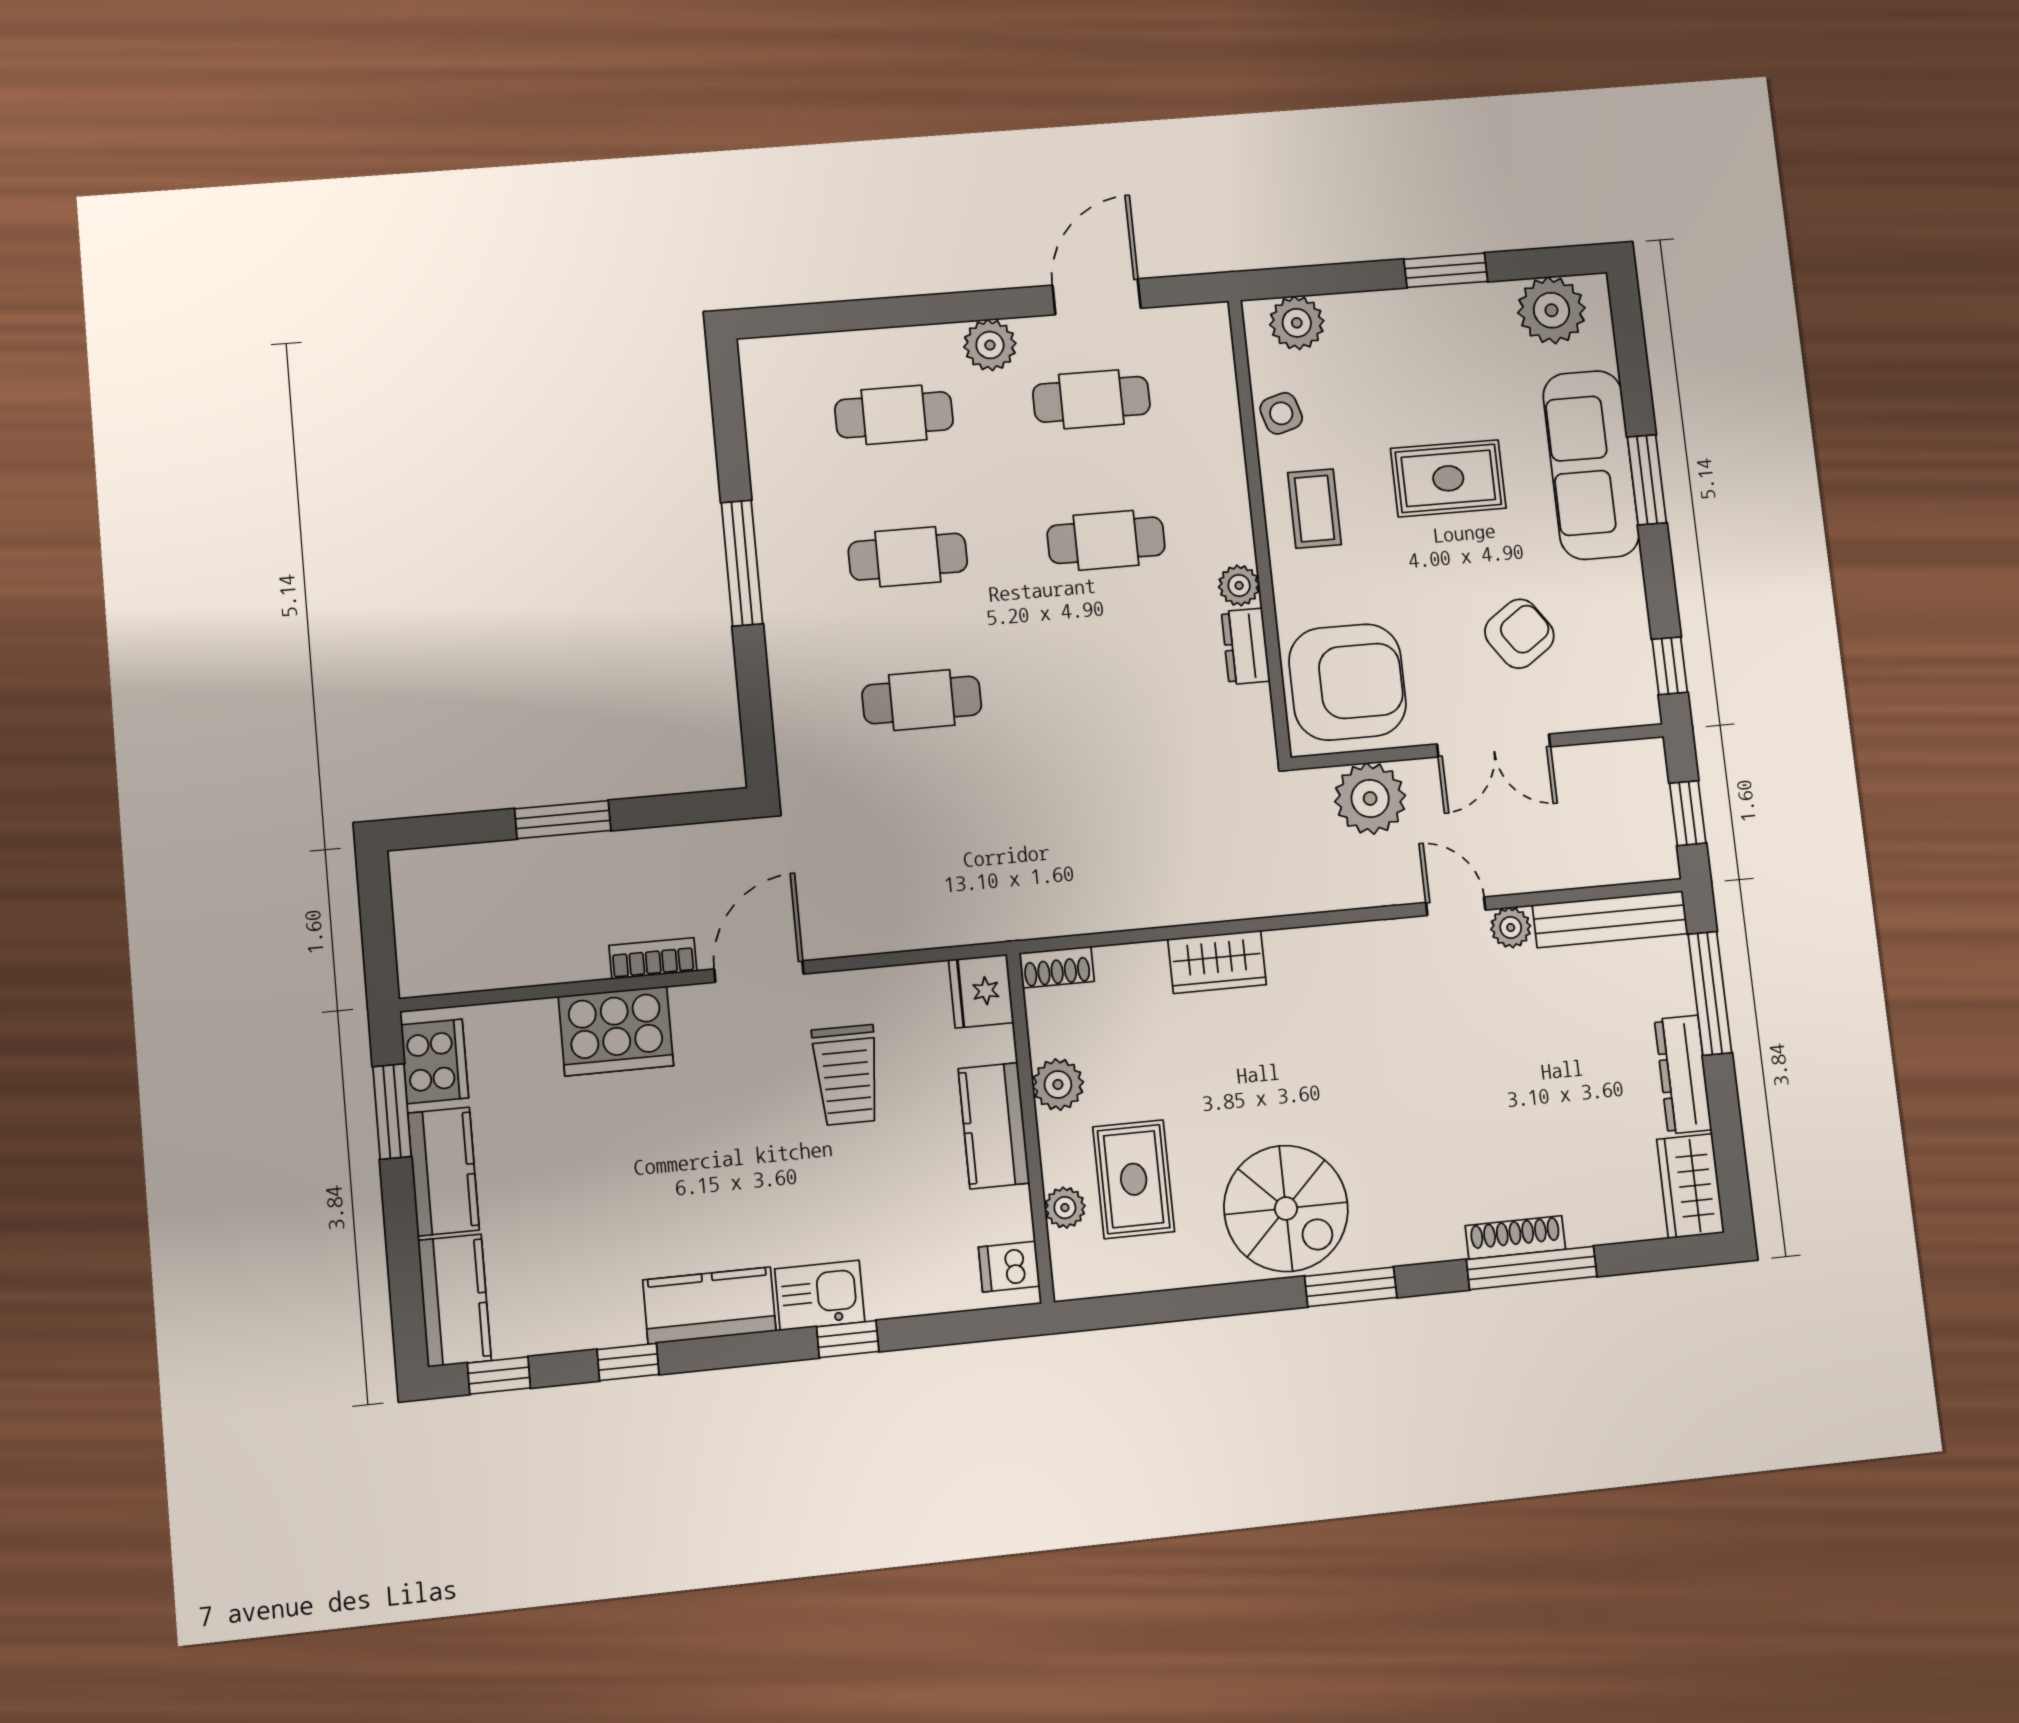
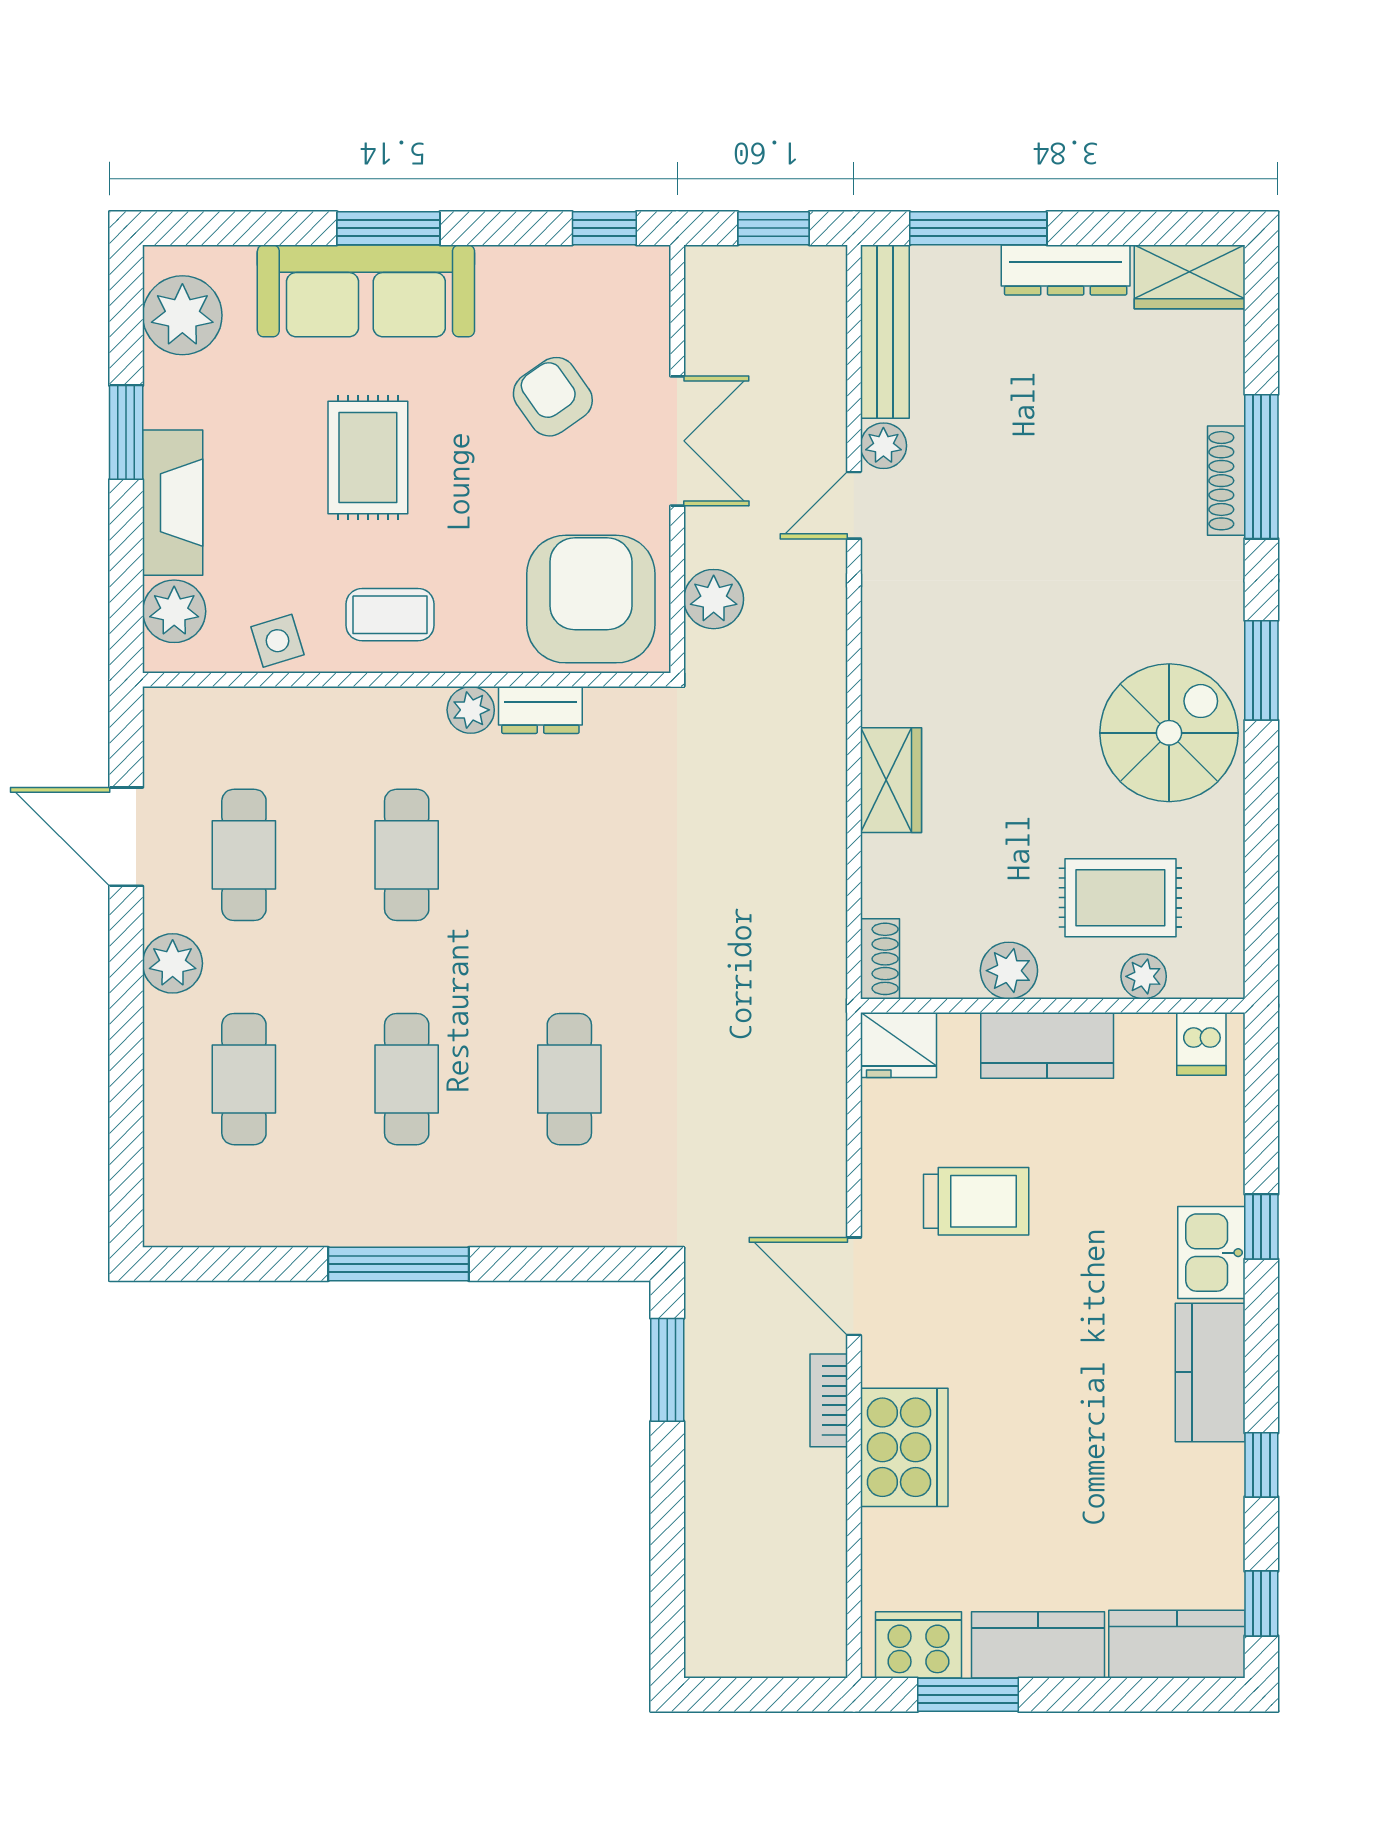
fireplace: (1390, 314) -> (173, 503), added
plant: (1370, 798) -> (714, 599), width x0.73, depth x0.73
window: (563, 820) -> (667, 1370), moved

